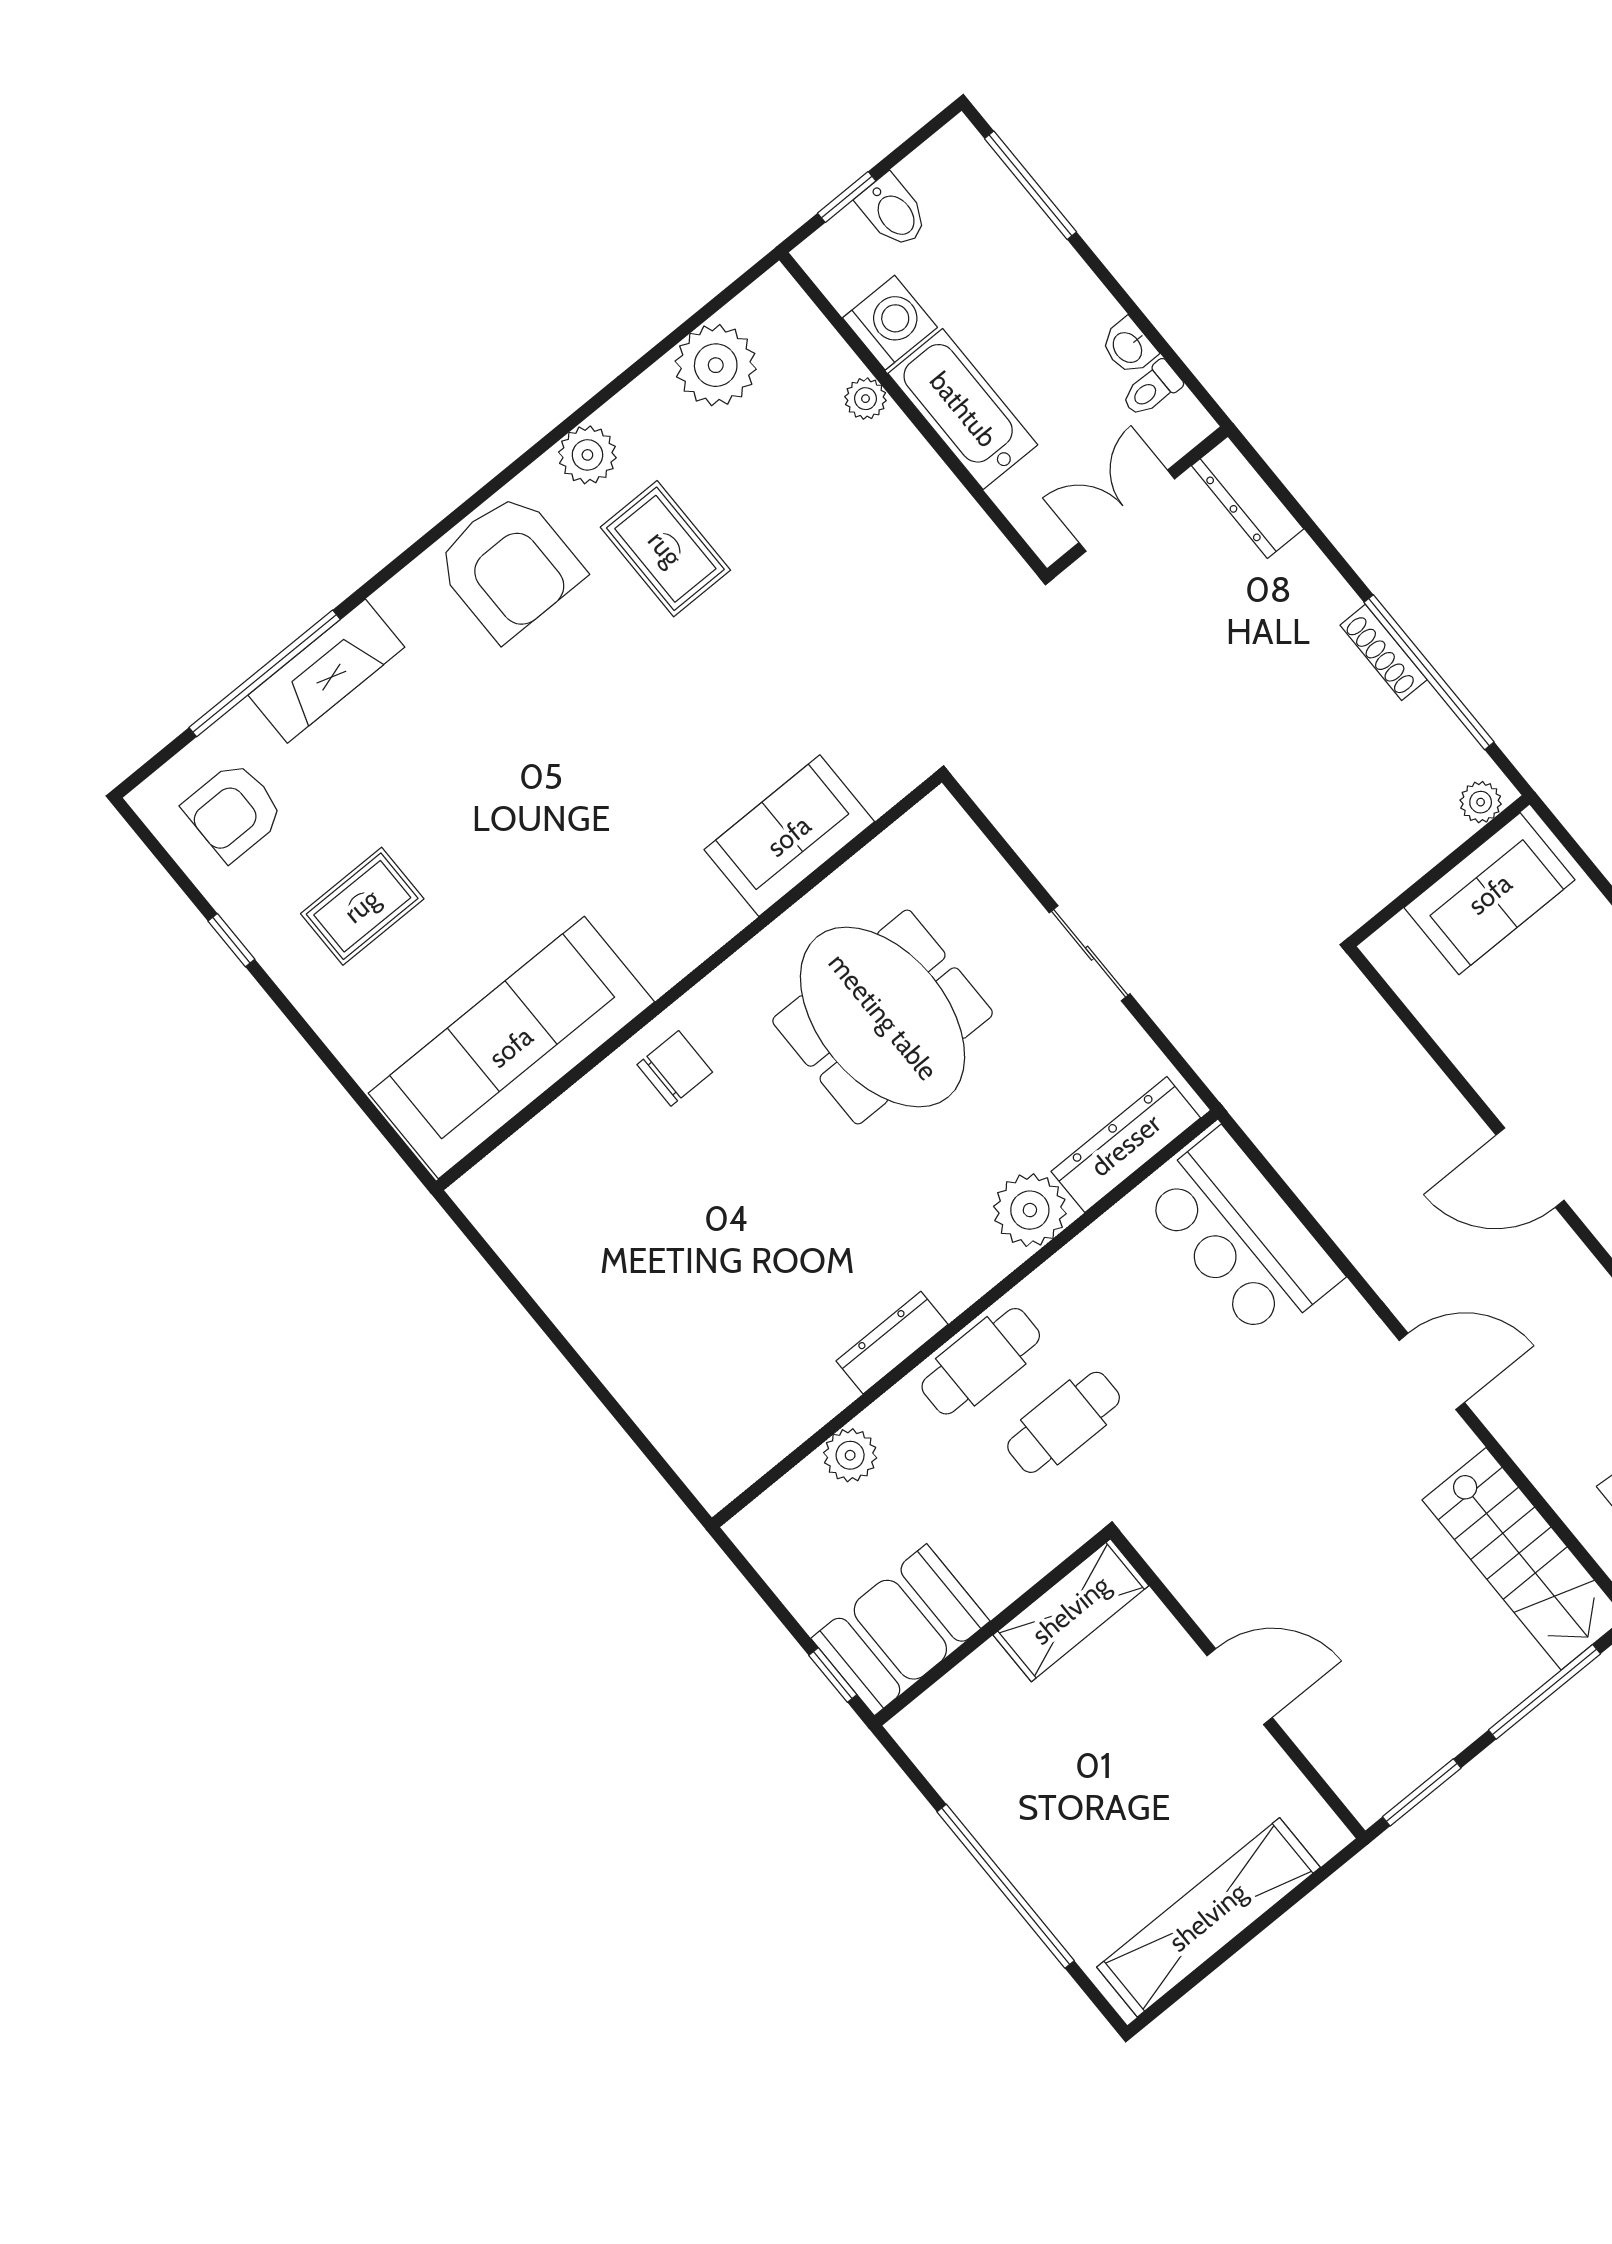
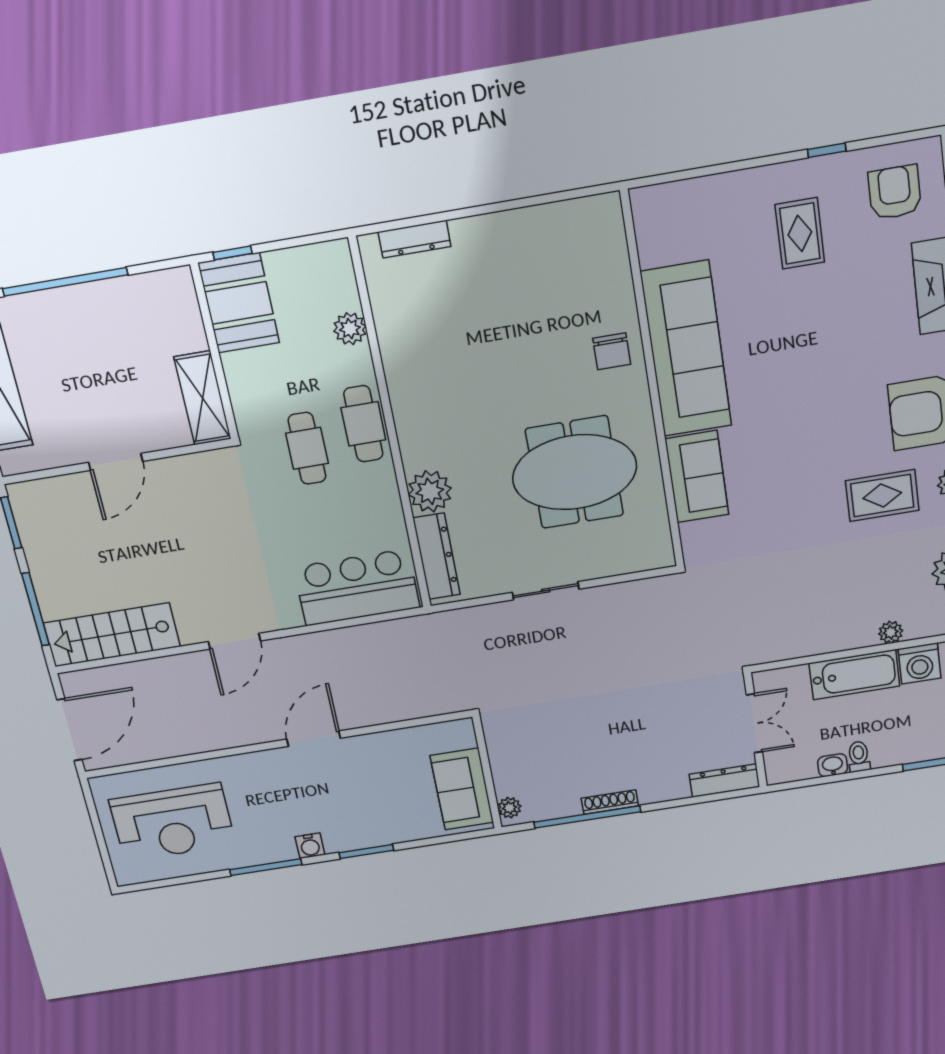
toilet: (1152, 389) -> (859, 757), moved
sofa: (511, 1047) -> (686, 349), moved
dresser: (892, 1343) -> (414, 239), moved, turned 90

